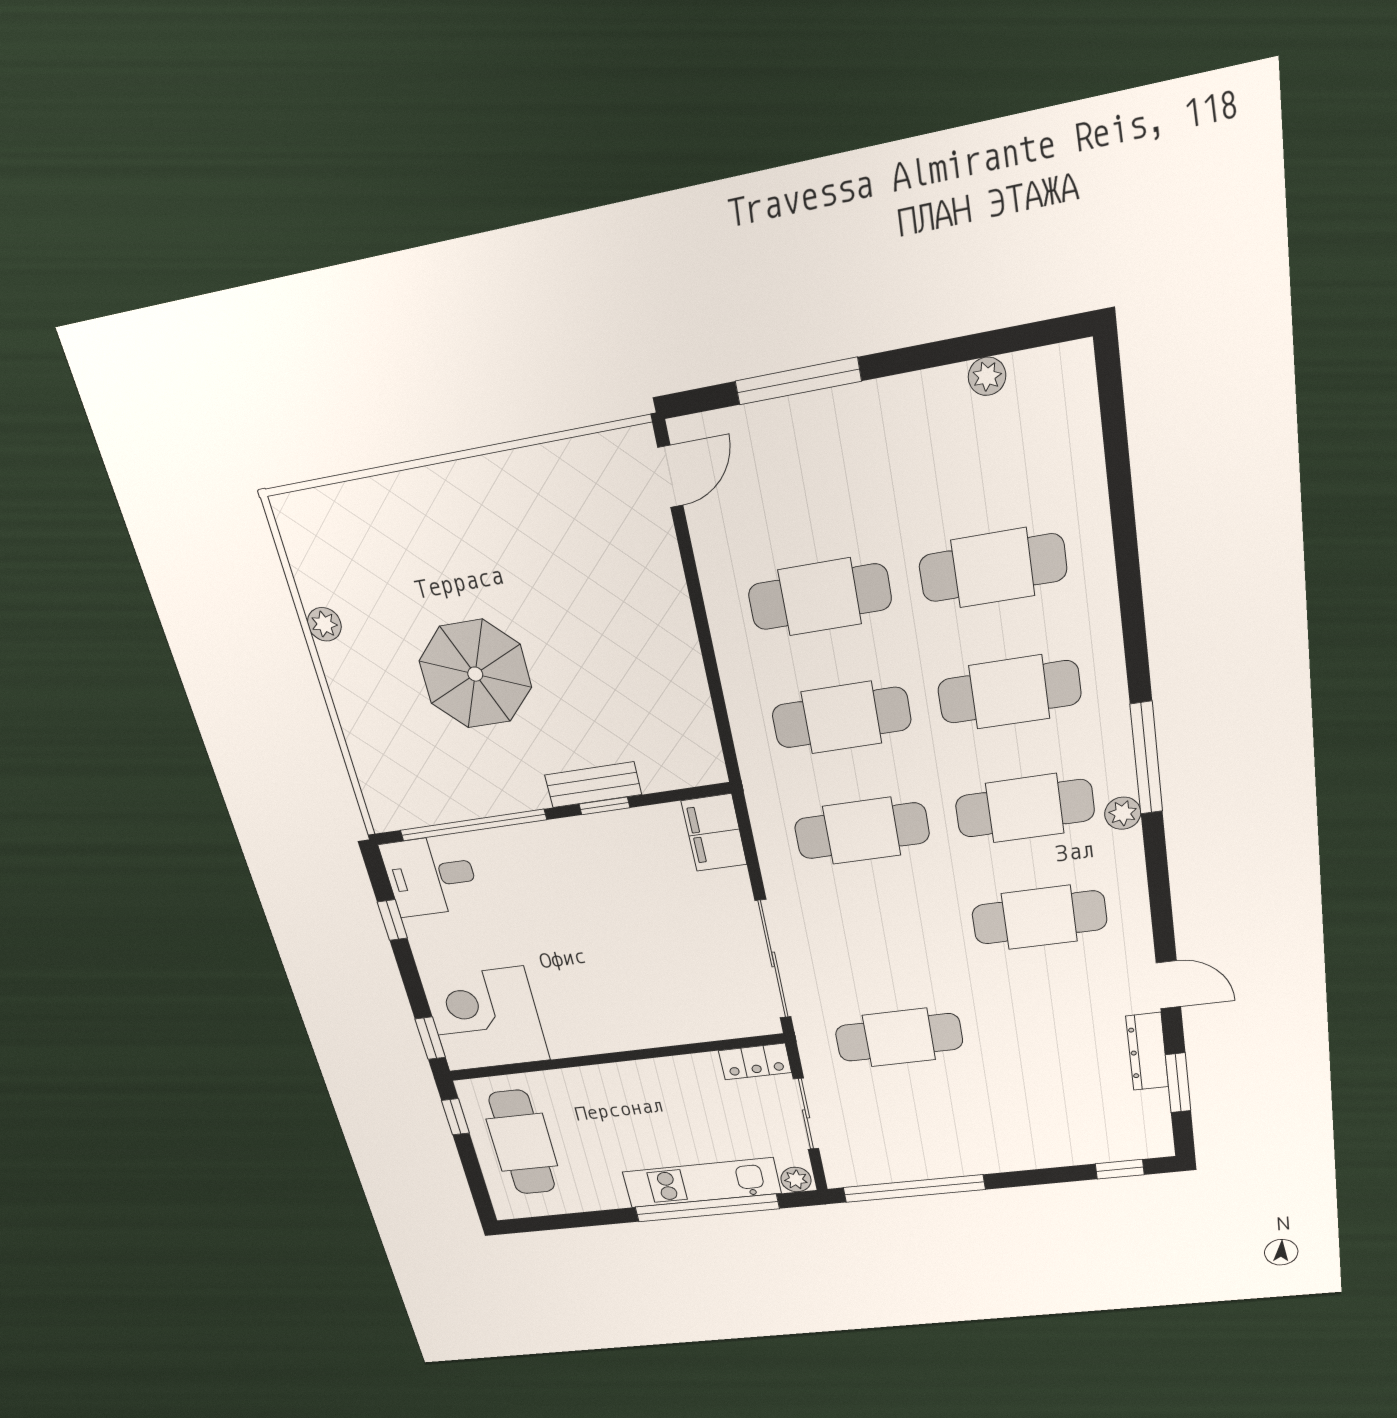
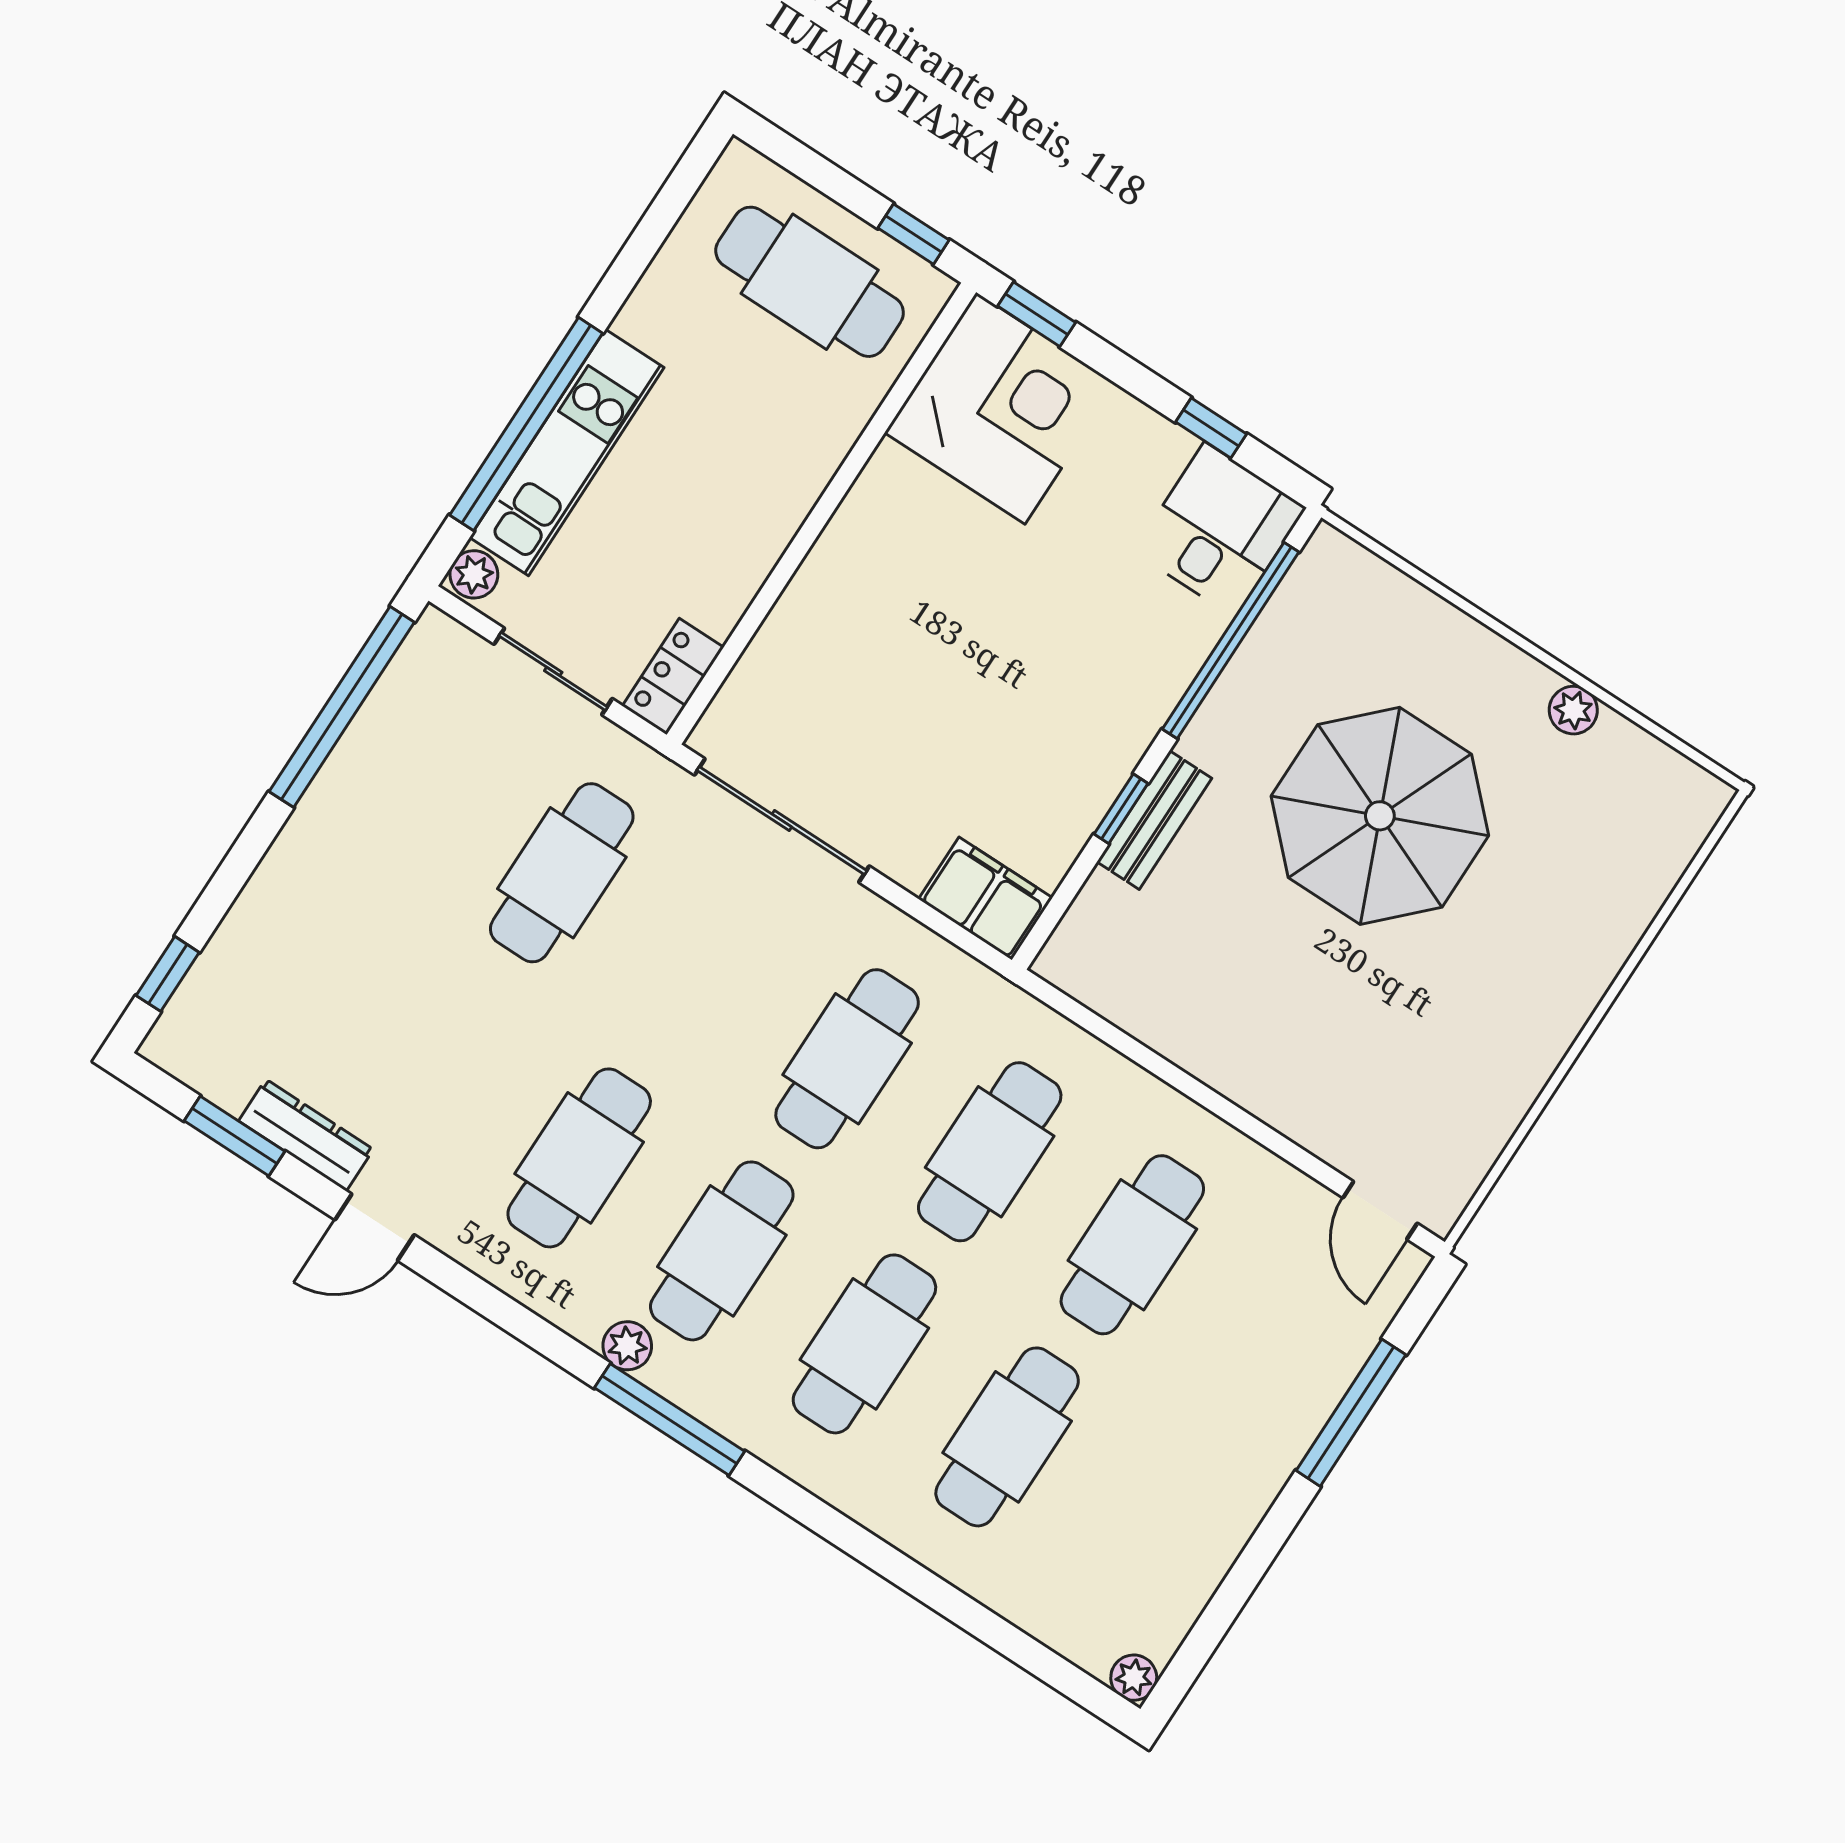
plant: (987, 376) -> (1134, 1678), moved
parasol: (475, 674) -> (1380, 816), width x1.36, depth x1.36

